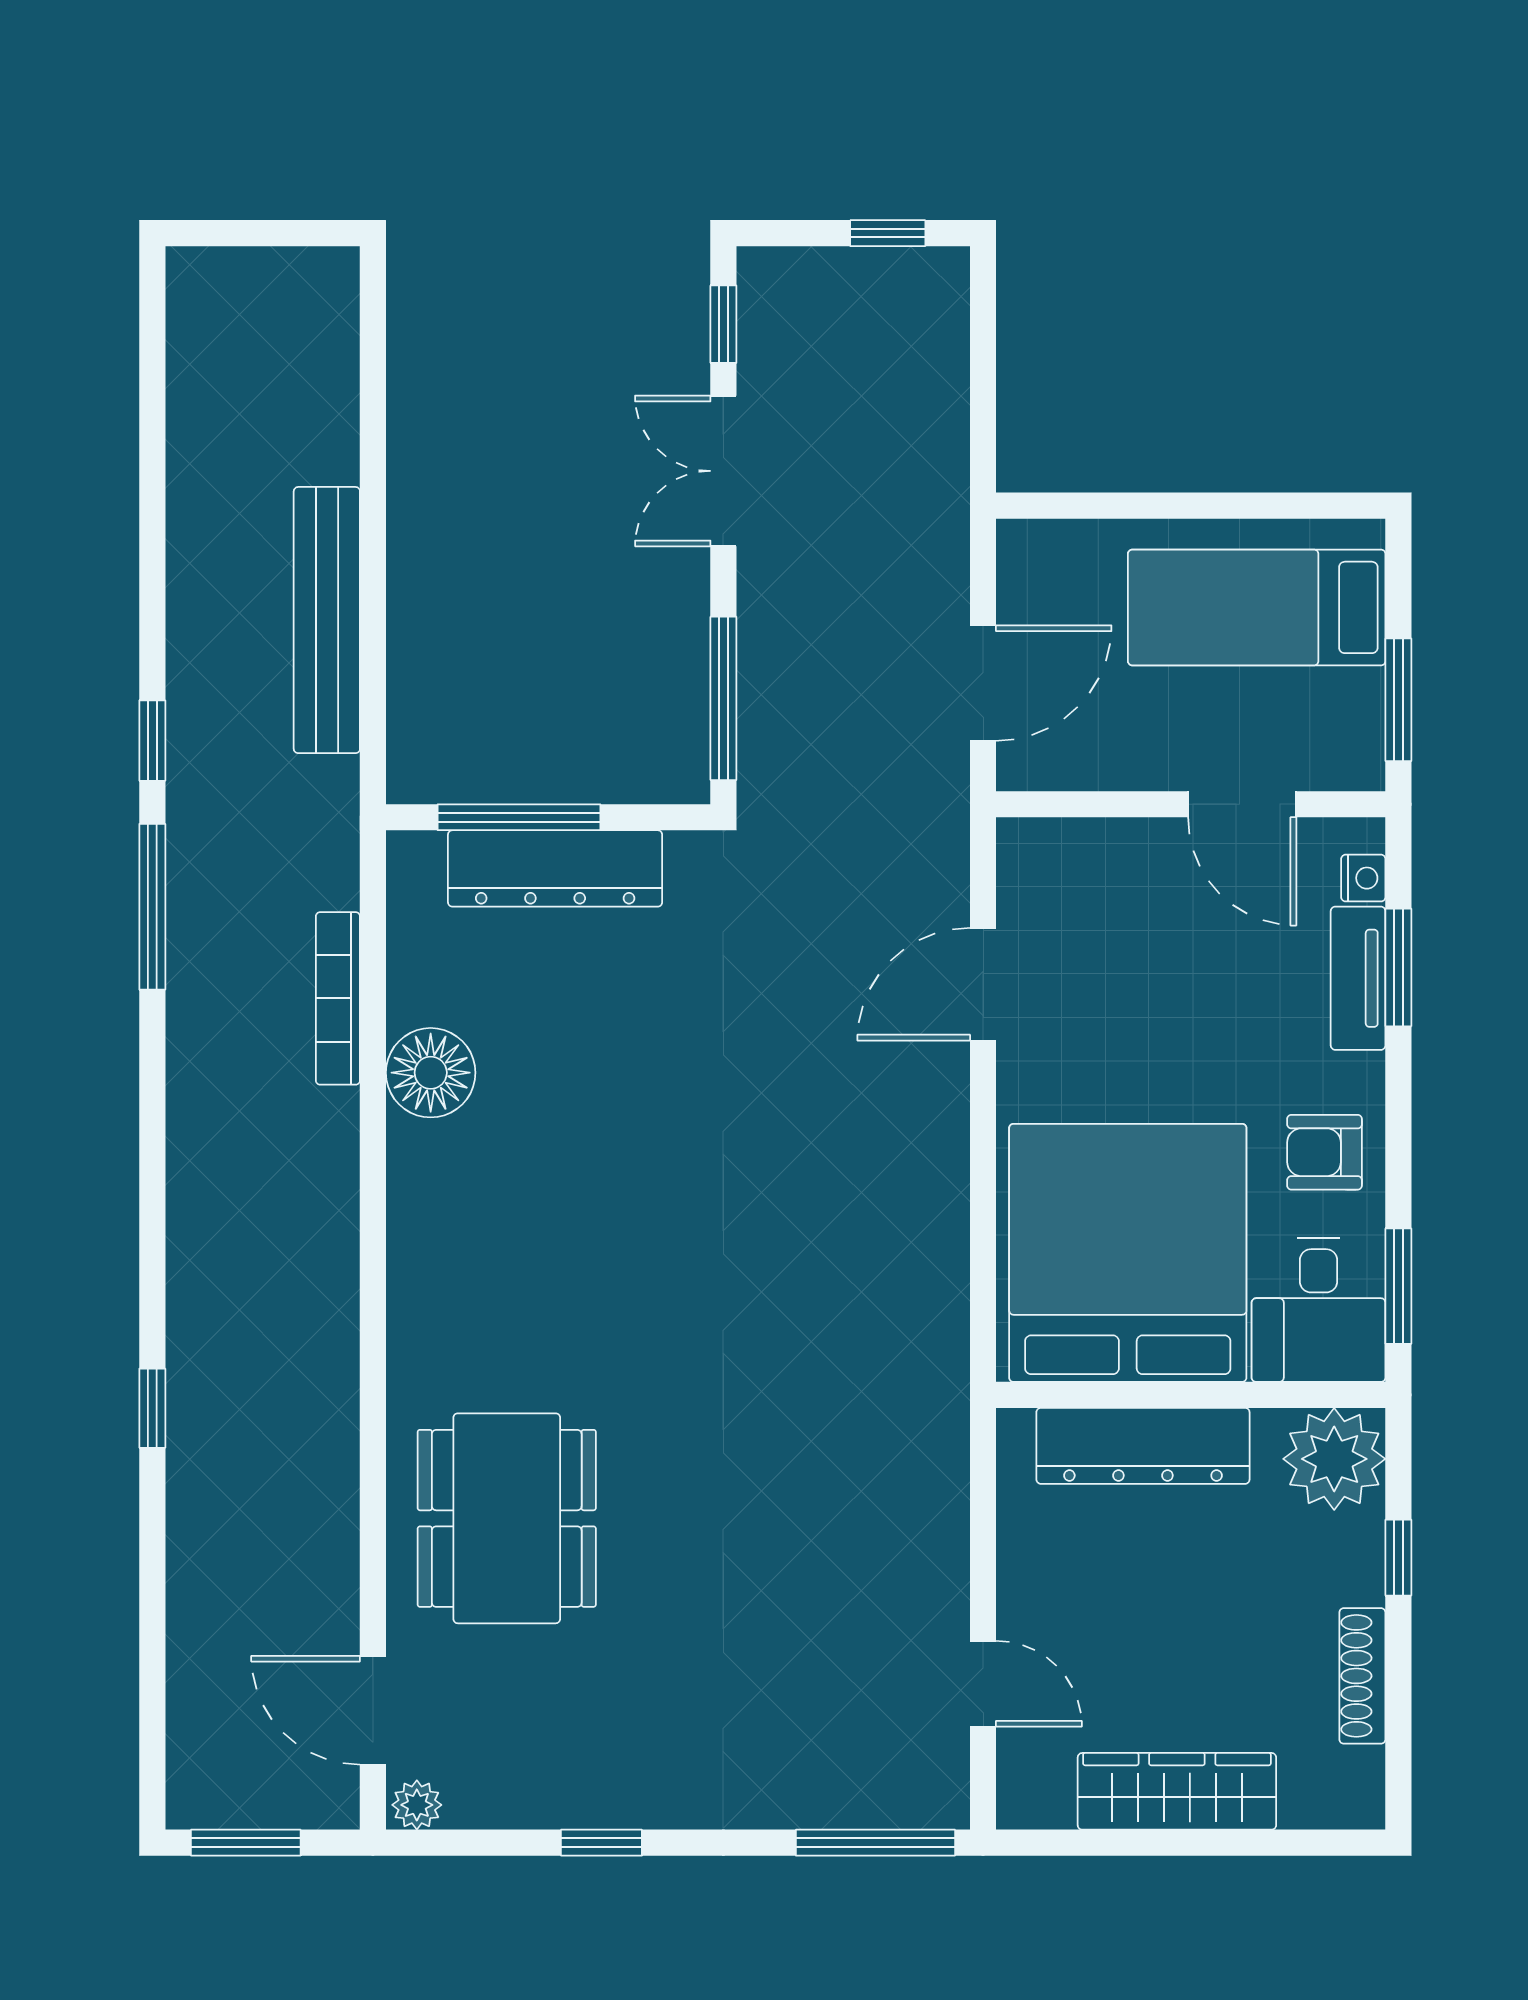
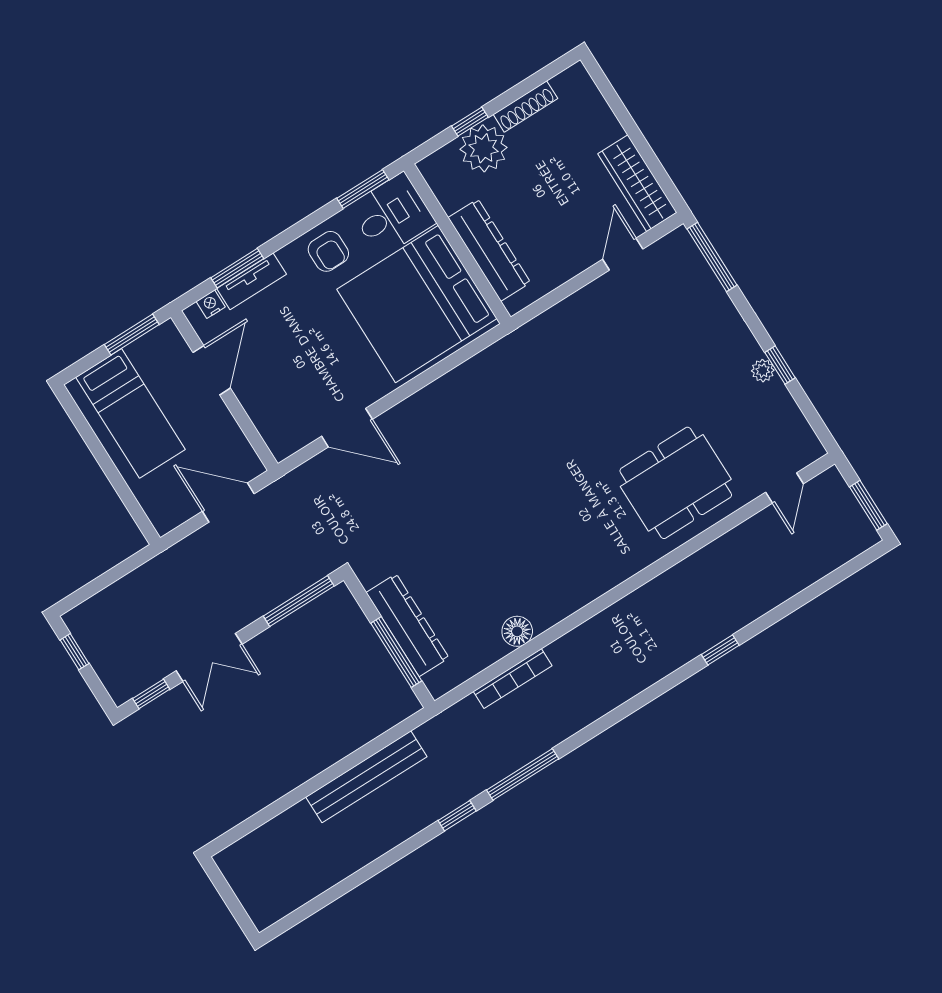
floor lamp: (431, 1073) -> (517, 631), width x0.73, depth x0.73
plant: (1334, 1459) -> (484, 148), moved
door: (373, 1710) -> (785, 488), width x0.73
wardrobe: (1177, 1791) -> (637, 183), moved
plant: (417, 1805) -> (763, 371), moved

